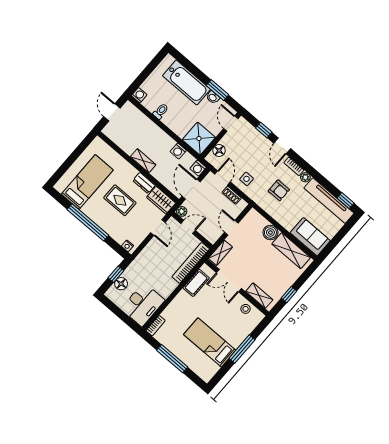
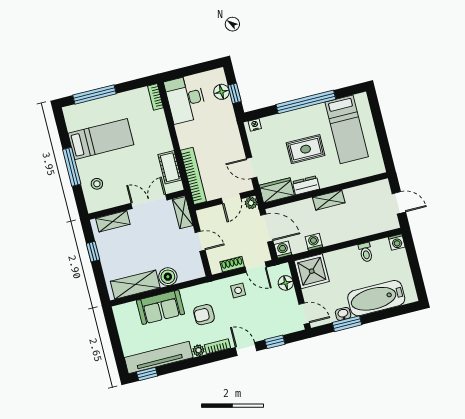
sofa: (310, 237) -> (160, 307), moved
stool: (246, 309) -> (97, 184), moved
window: (172, 359) -> (94, 94), moved

